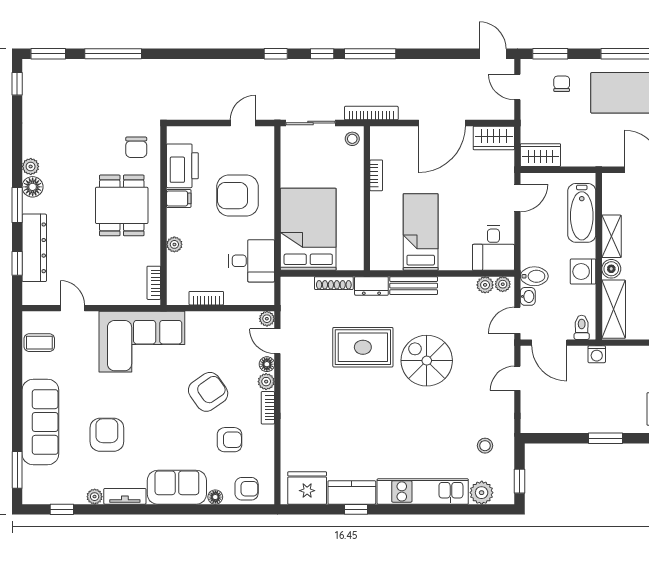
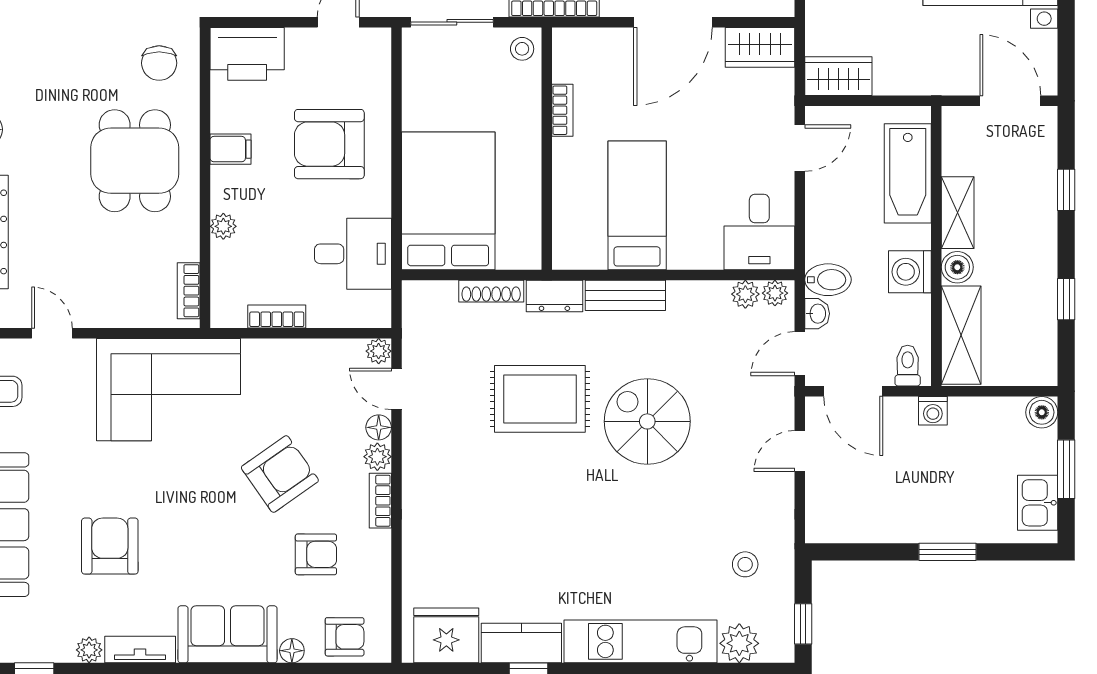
printer: (182, 166) -> (247, 54), moved, turned 90

